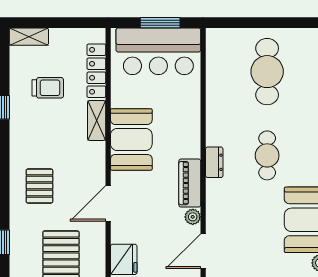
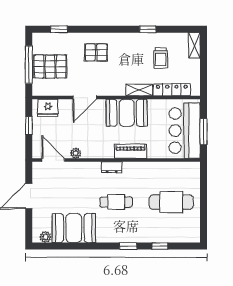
piano: (190, 183) -> (130, 151), moved
door: (108, 203) -> (85, 98), swing flipped

